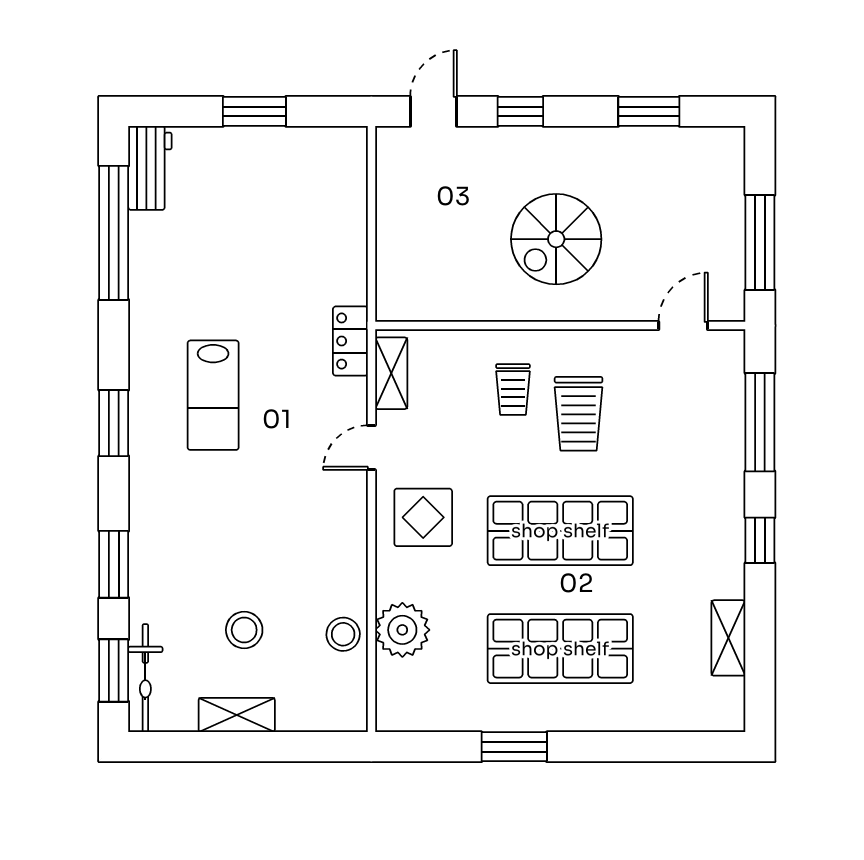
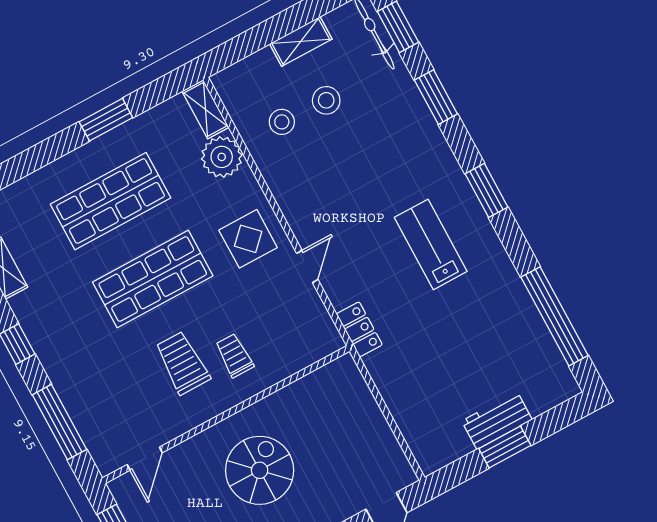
workbench: (150, 168) -> (497, 420), moved, turned 90
shelving: (391, 373) -> (205, 109), moved
stool: (343, 634) -> (282, 122), moved

